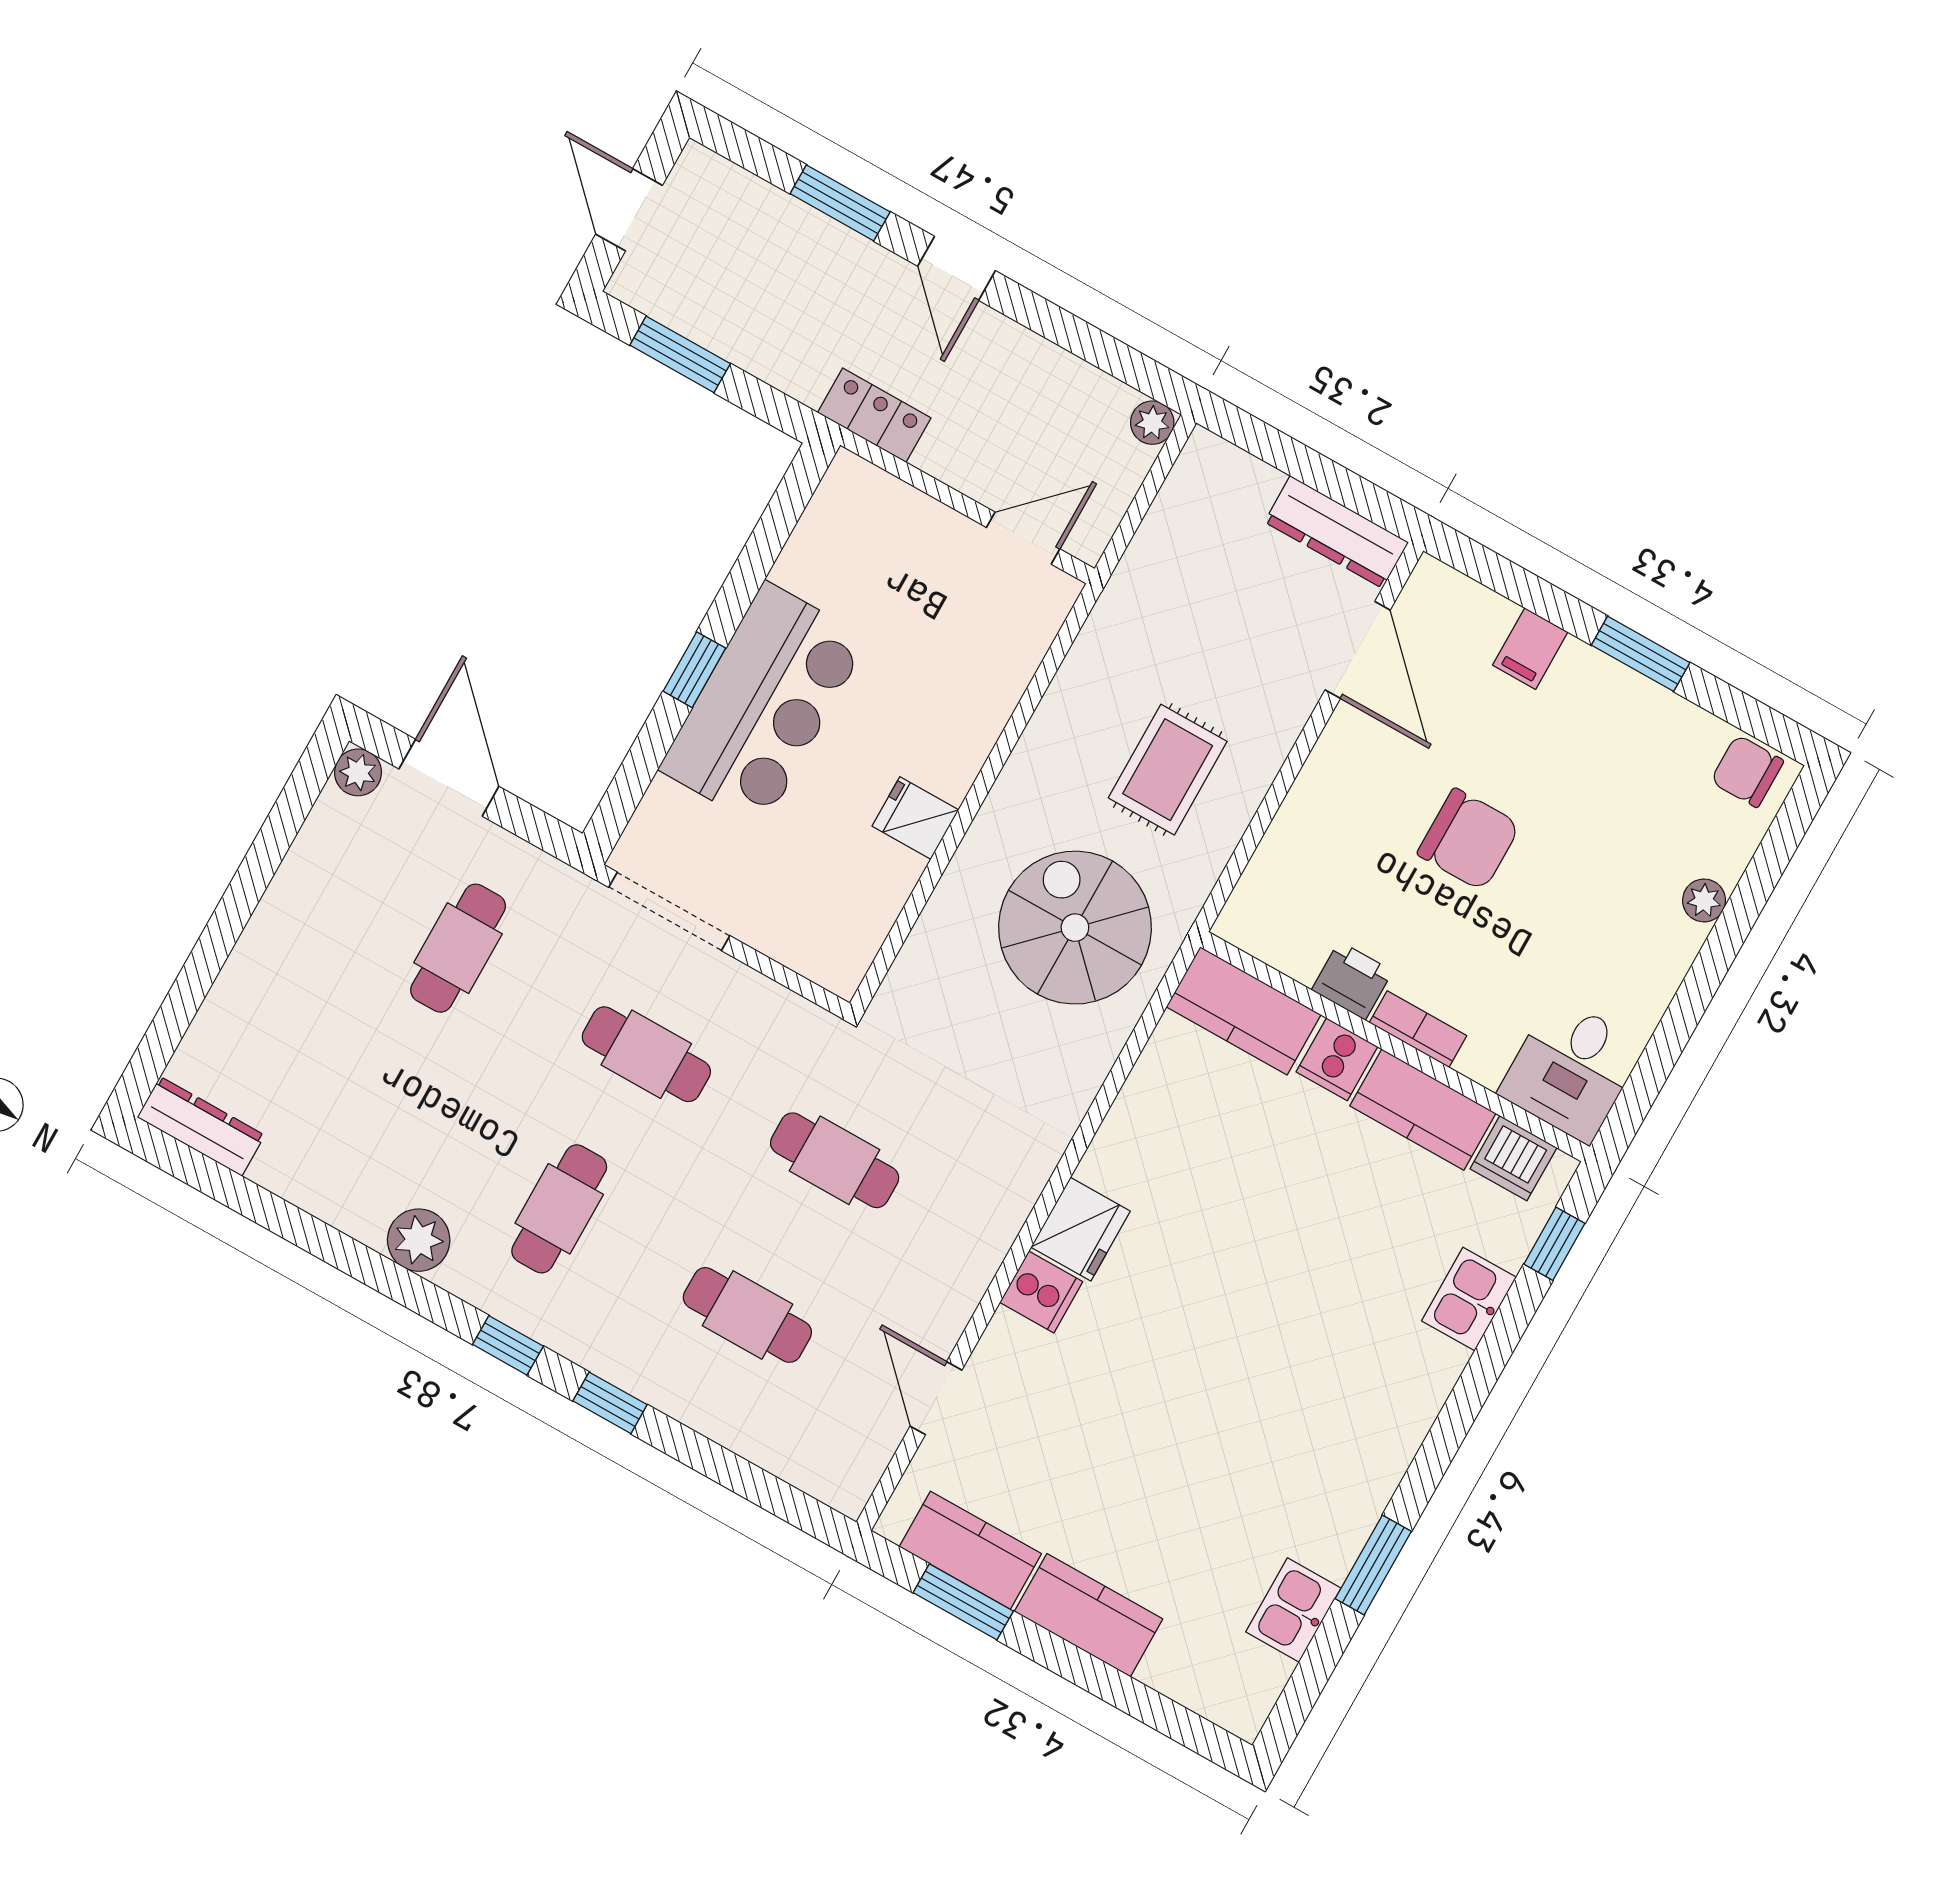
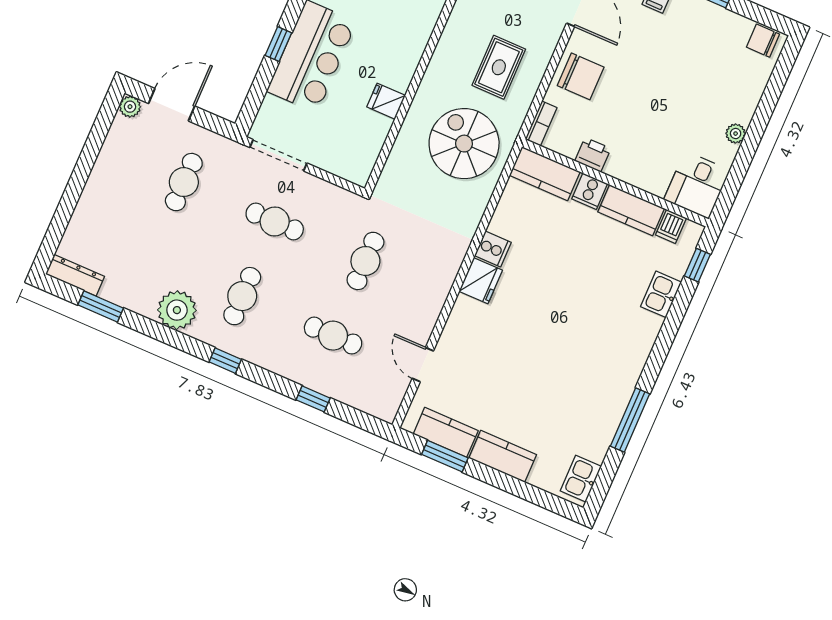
door: (449, 778) -> (172, 105), hinge flipped
chair: (1469, 839) -> (581, 76), moved
plant: (1704, 900) -> (736, 134), moved
bookcase: (1418, 1029) -> (541, 123), moved, turned 90
dishwasher: (1513, 1158) -> (671, 226), width x0.73
cafe table: (835, 1160) -> (365, 261), turned 90
window: (249, 1200) -> (101, 306), added
plant: (419, 1240) -> (177, 310), width x1.36, depth x1.36
cooker: (1041, 1292) -> (493, 249), moved
window: (610, 1403) -> (313, 399), moved
window: (1373, 1565) -> (630, 420), width x1.44
kitchen sink: (1293, 1610) -> (581, 479), moved

